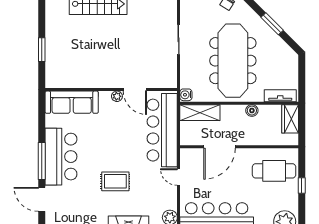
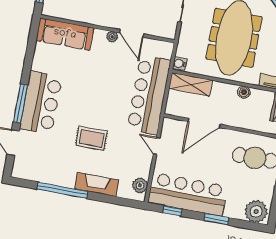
wall: (111, 90) -> (107, 29), moved
door: (135, 90) -> (132, 33), moved
plant: (117, 96) -> (112, 37), moved
sofa: (72, 102) -> (65, 34), moved

